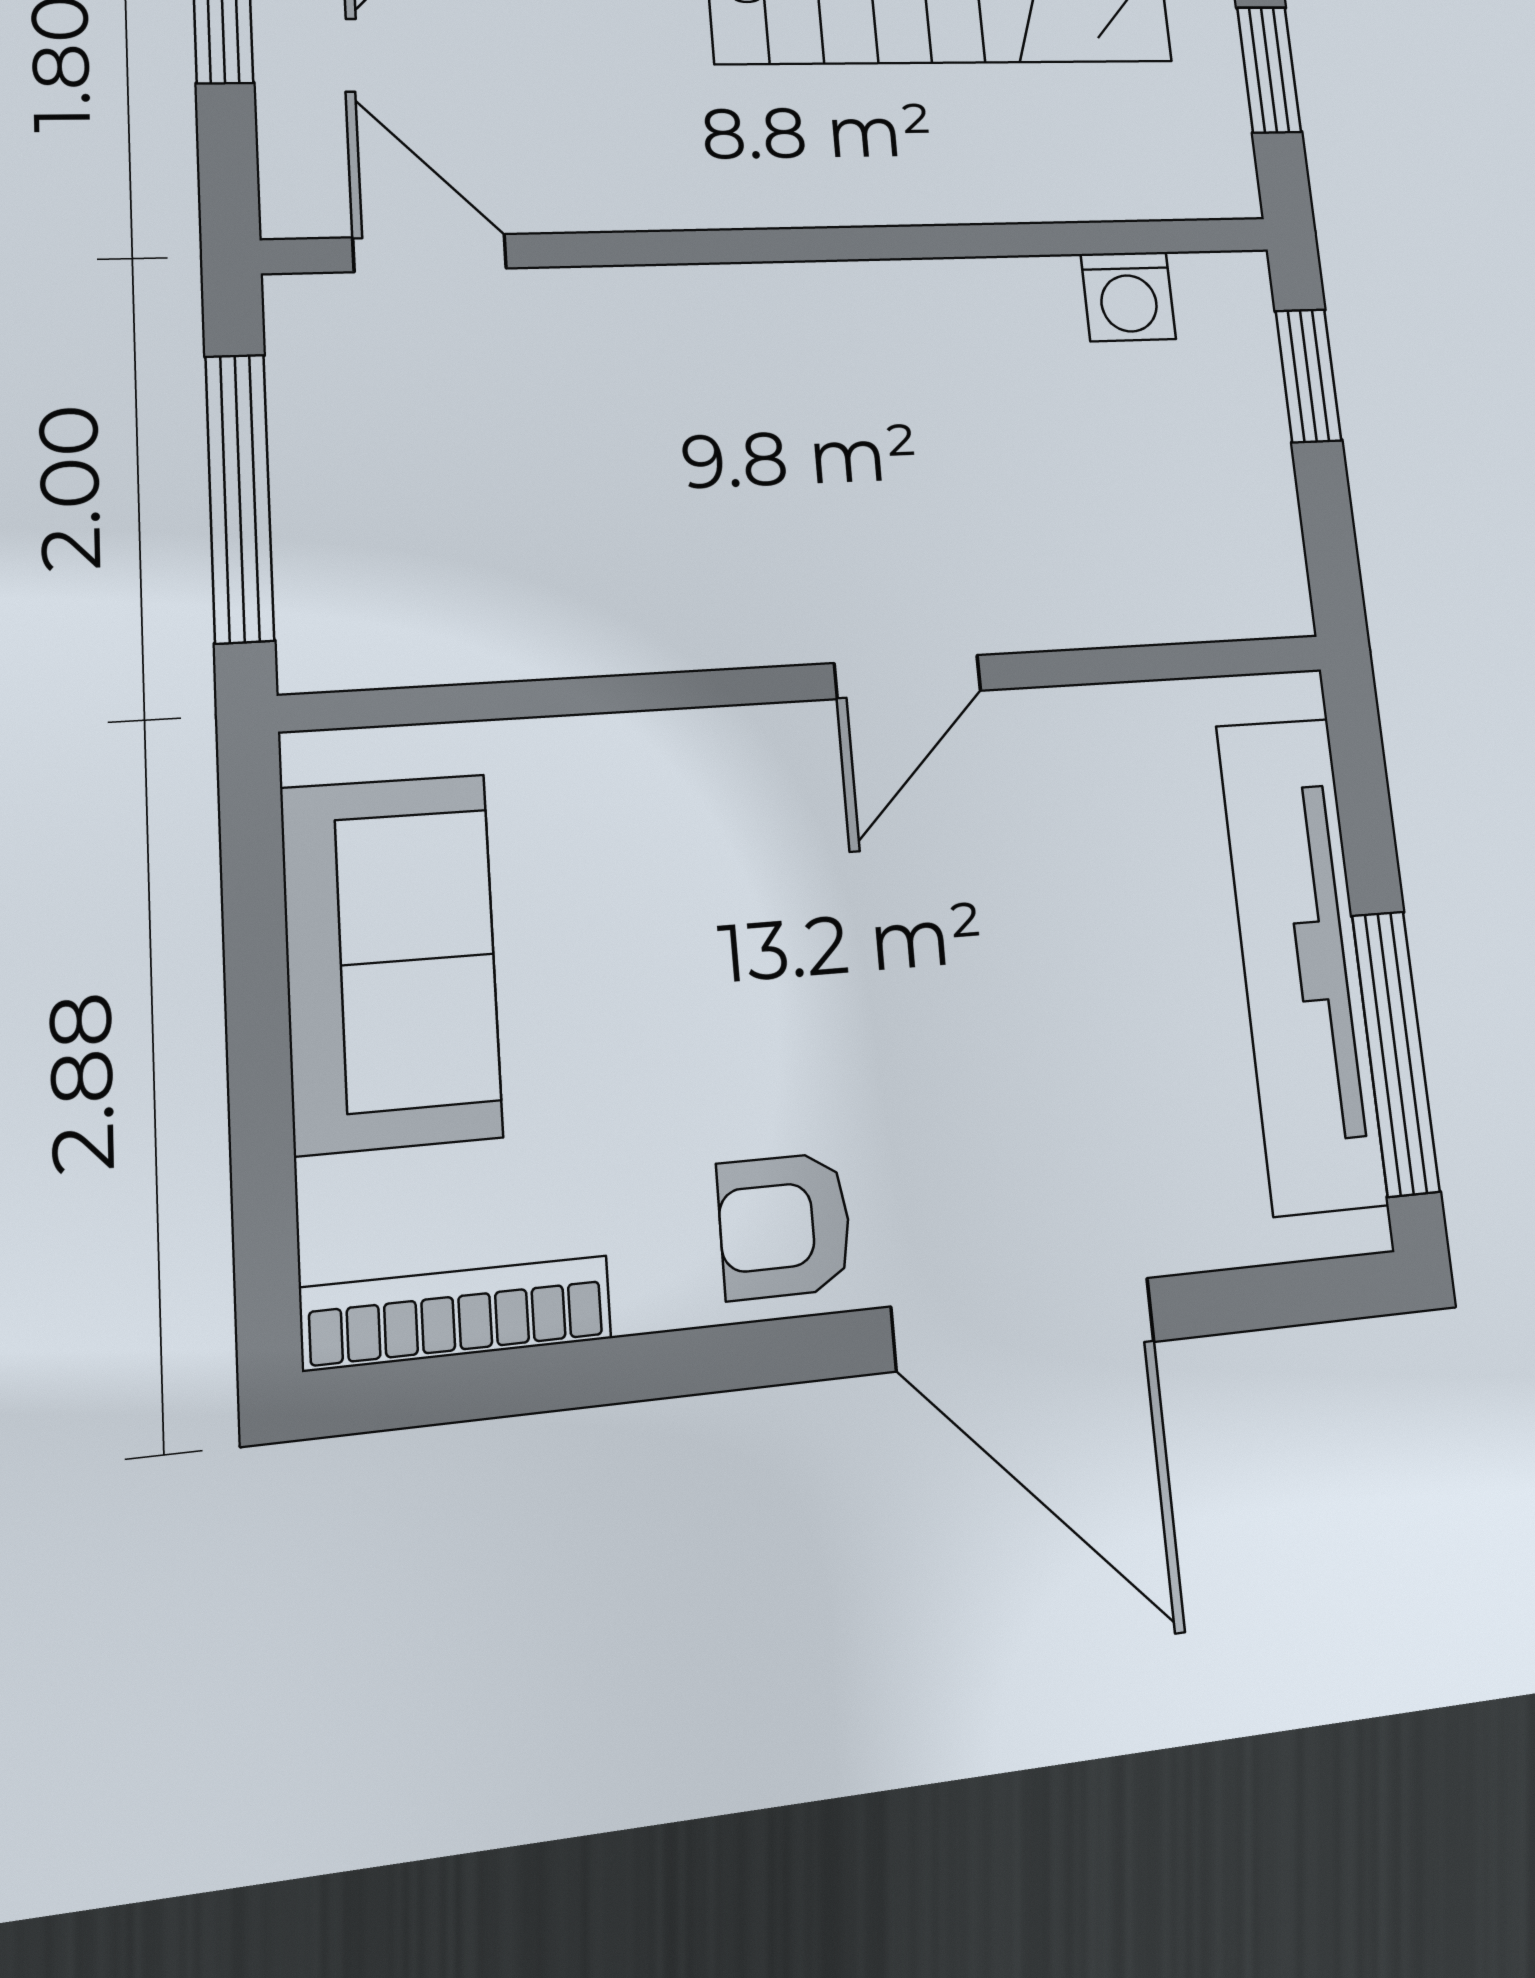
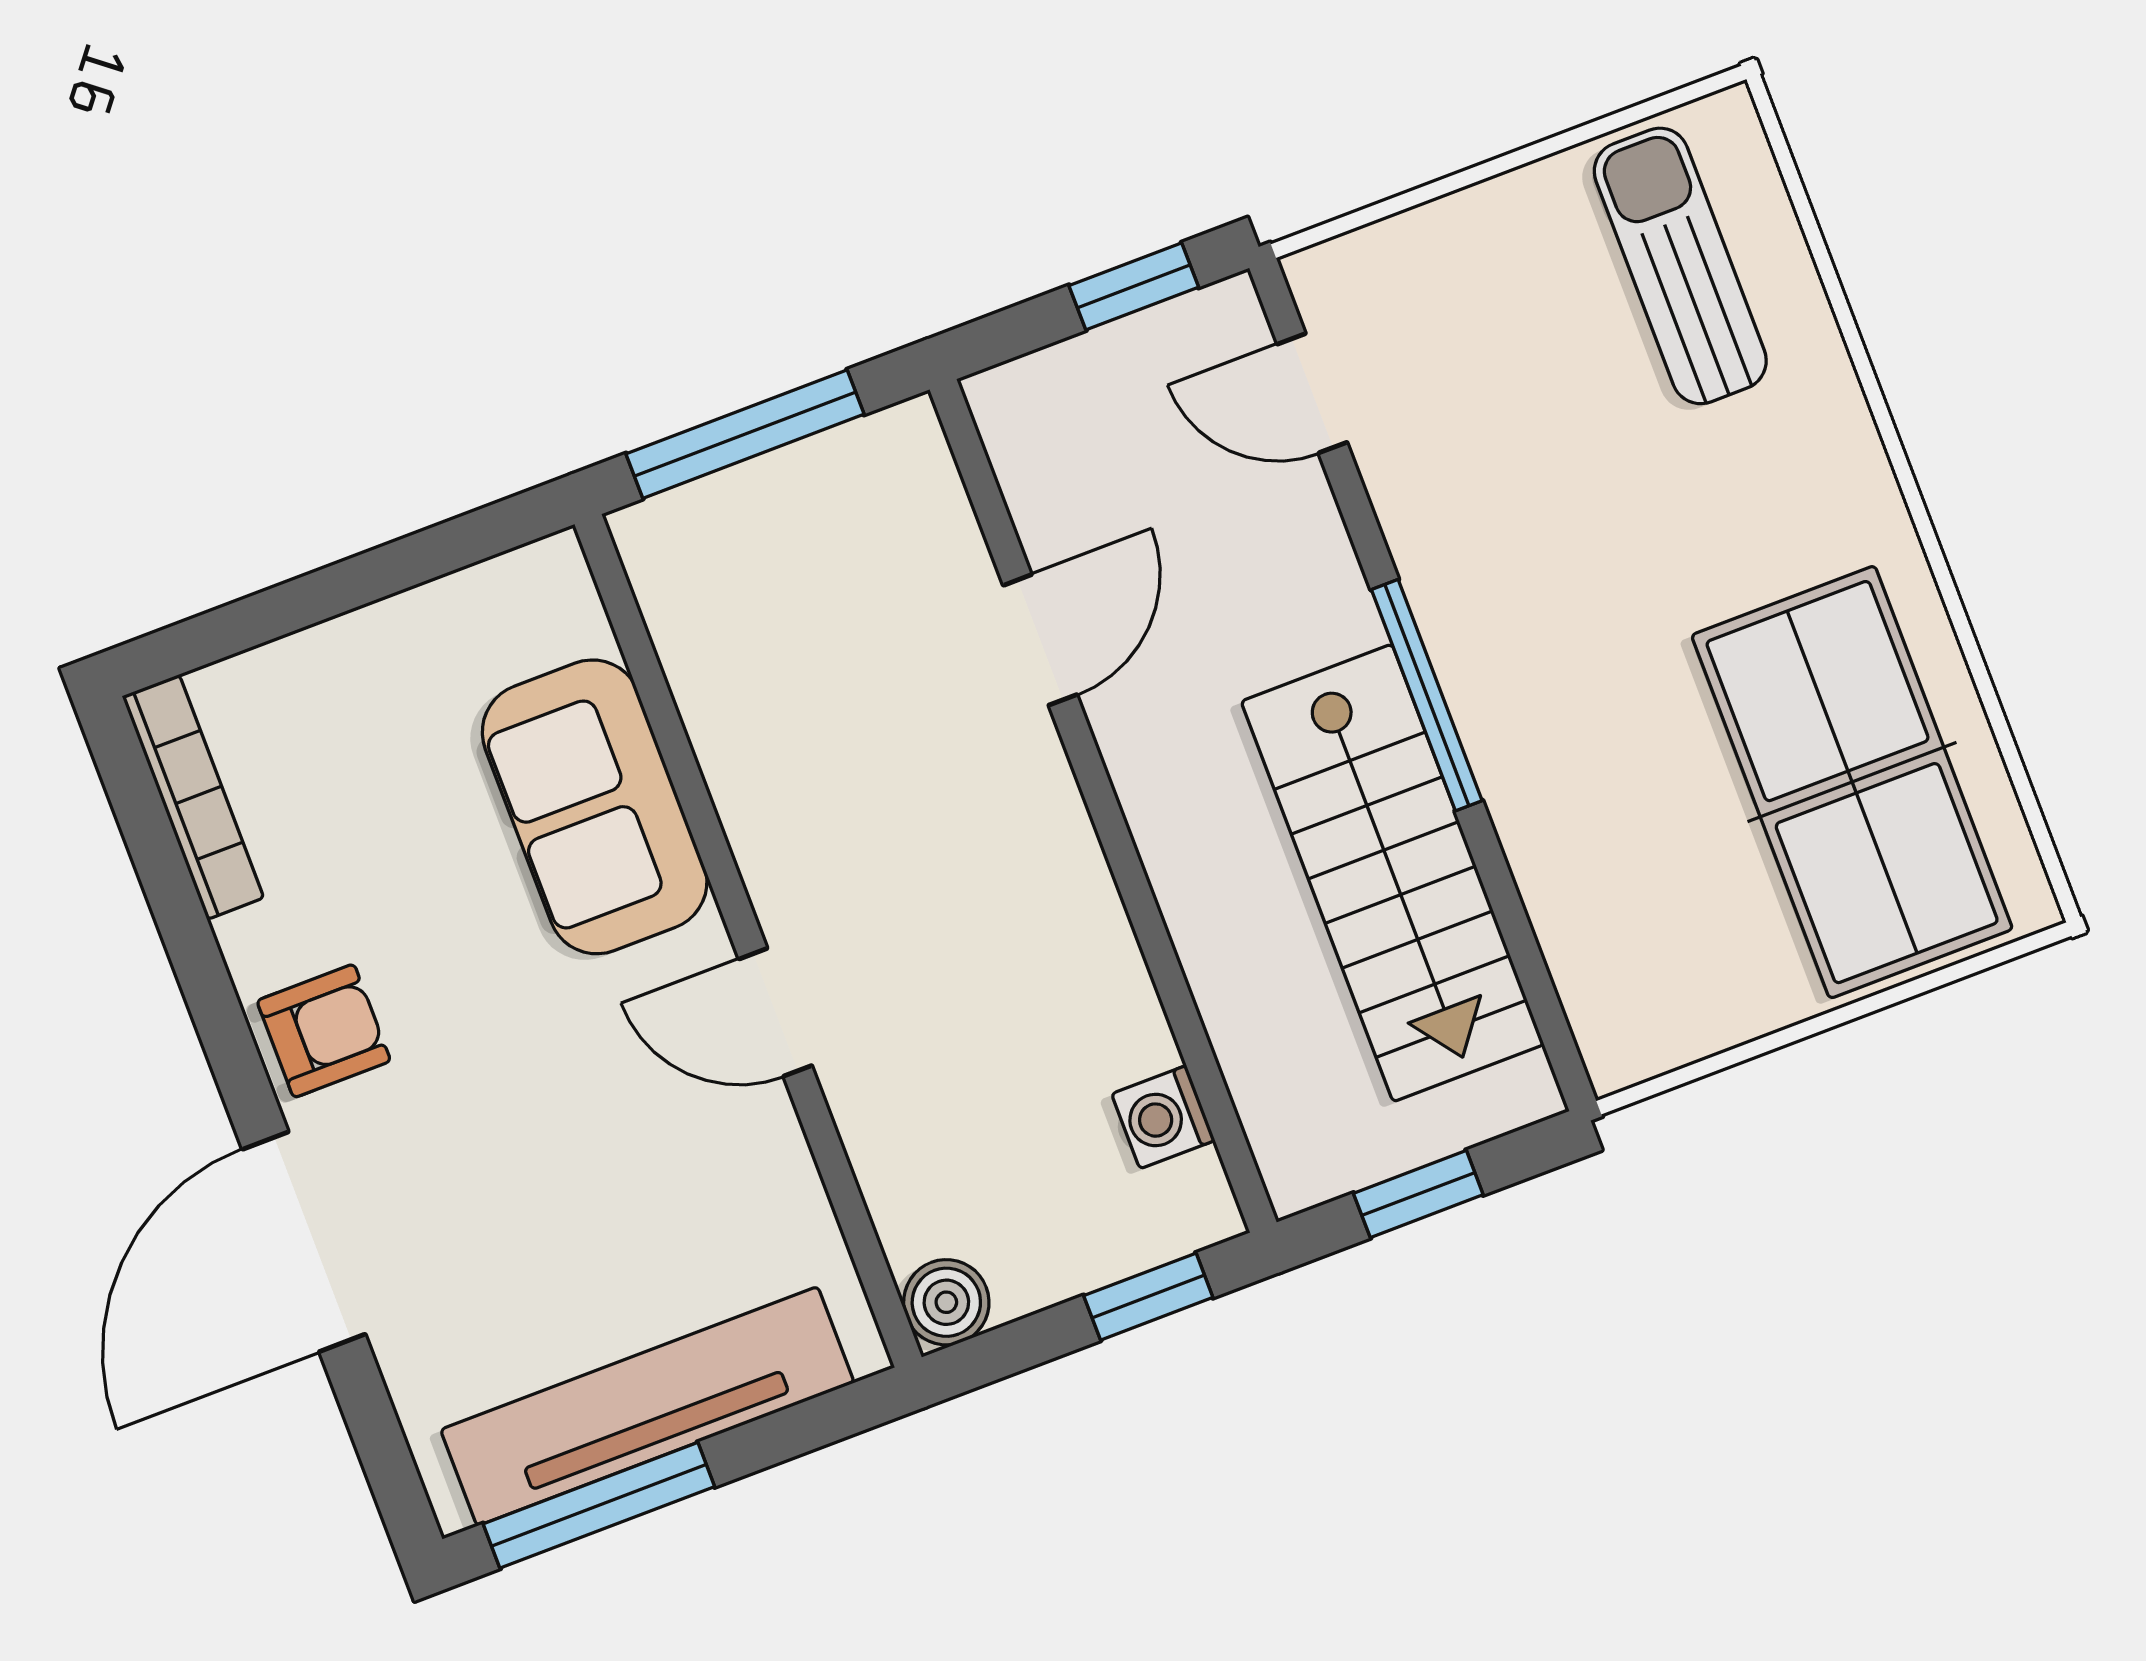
door: (430, 253) -> (1040, 640), moved
boiler: (1265, 591) -> (946, 1302), added
sofa: (391, 962) -> (595, 807), moved, turned 90
armchair: (785, 1226) -> (324, 1031), turned 90

